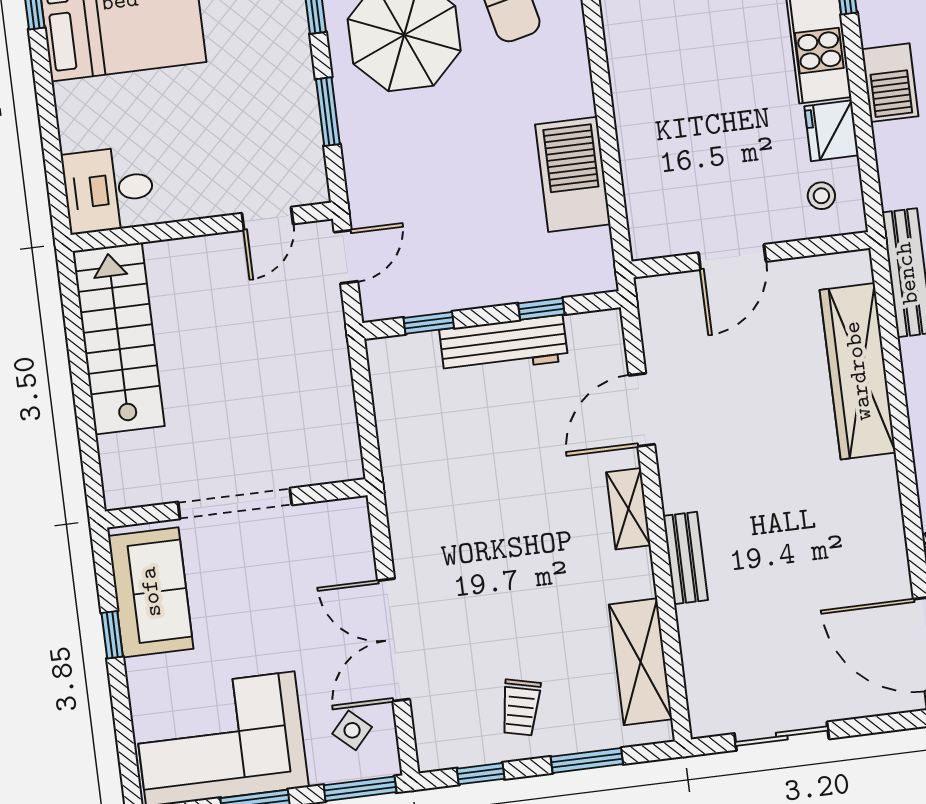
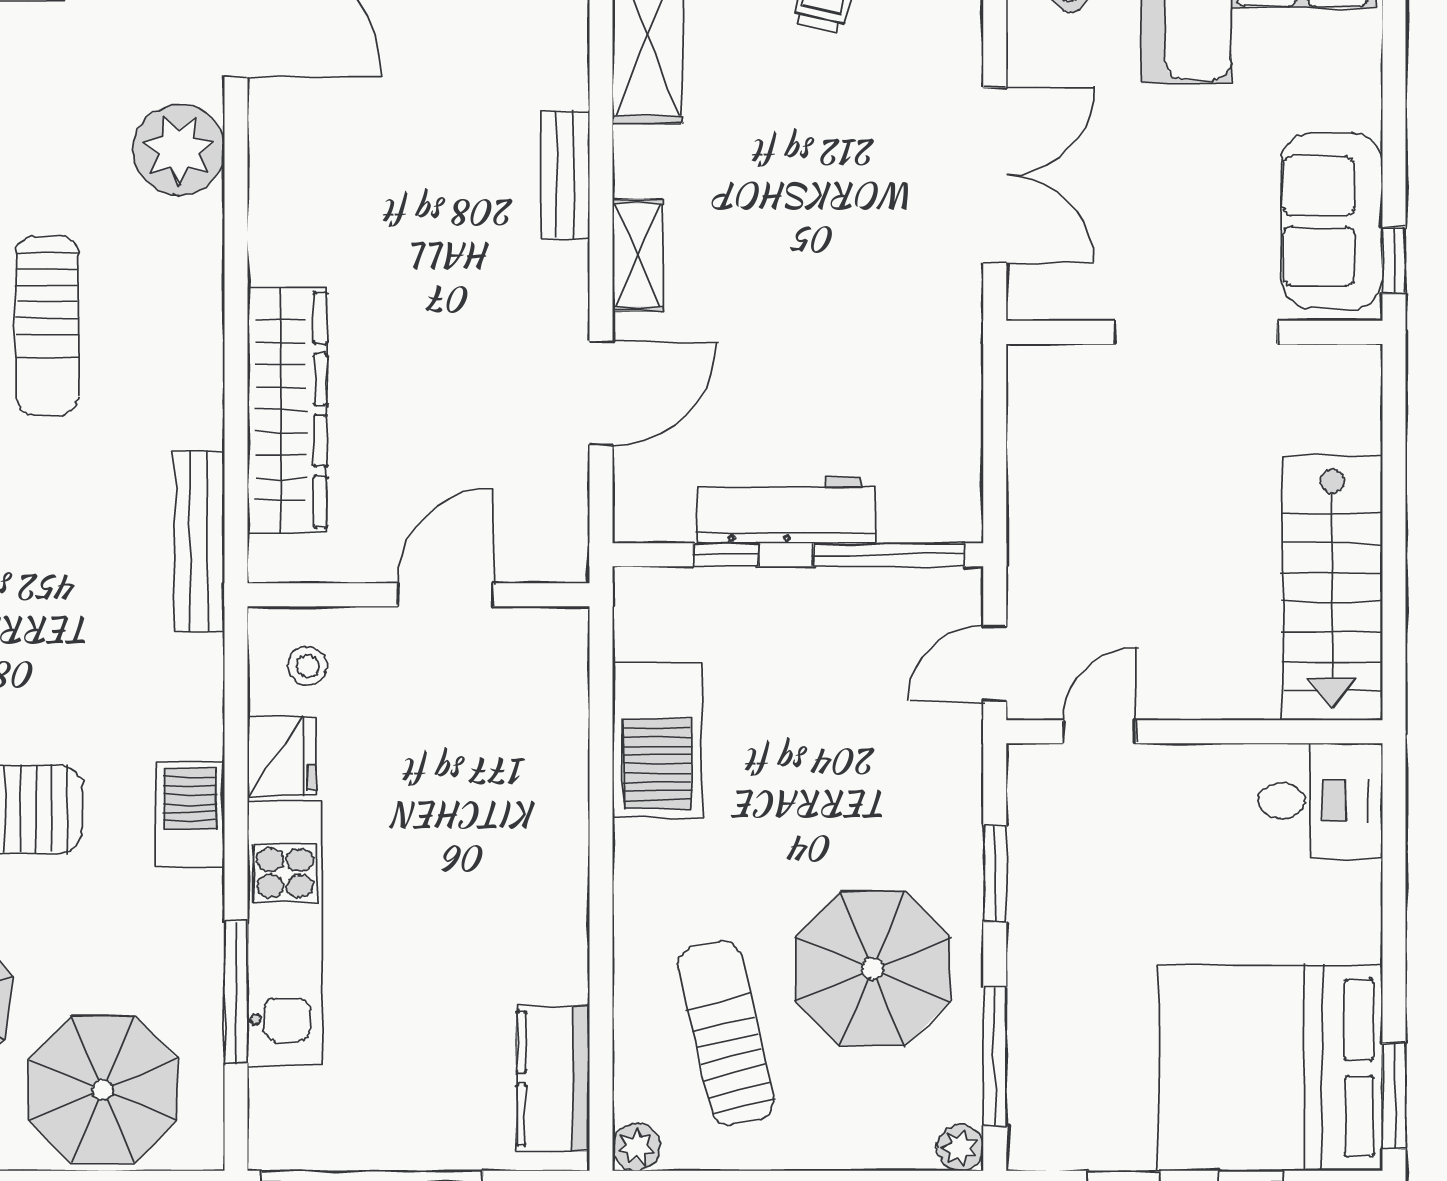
window: (429, 323) -> (889, 555), width x2.17
window: (112, 635) -> (1394, 260), moved
double door: (394, 640) -> (995, 175), moved

